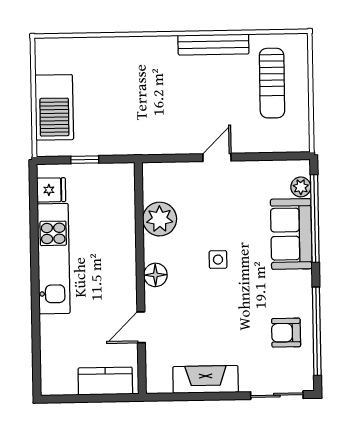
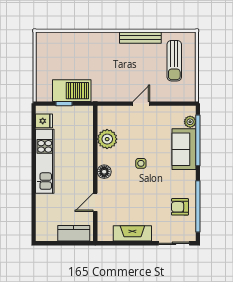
barbecue: (54, 107) -> (72, 91), moved, turned -90

